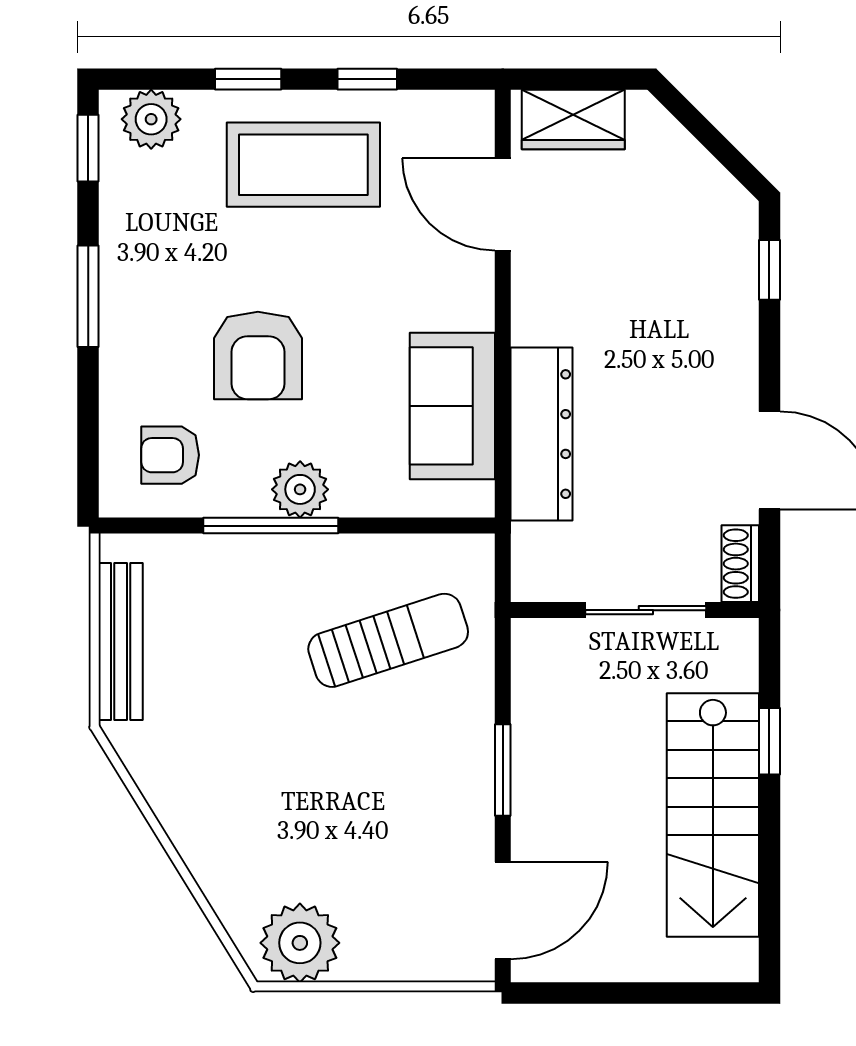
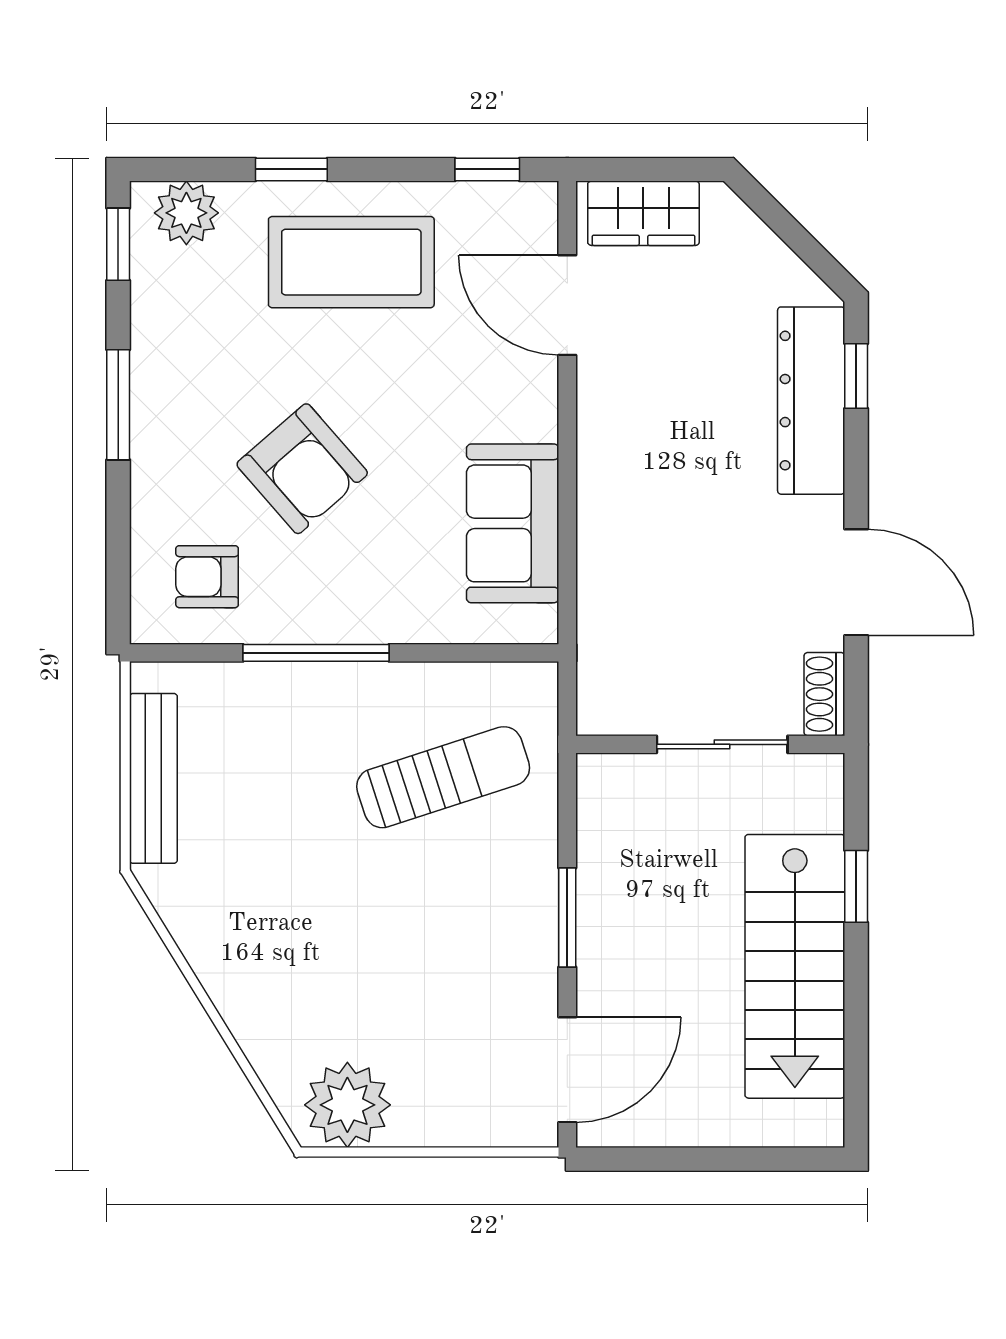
window: (367, 79) -> (487, 169), moved
armchair: (258, 355) -> (302, 469), turned -41
dresser: (542, 434) -> (811, 401), moved, turned 180
plant: (300, 489) -> (348, 614), removed

